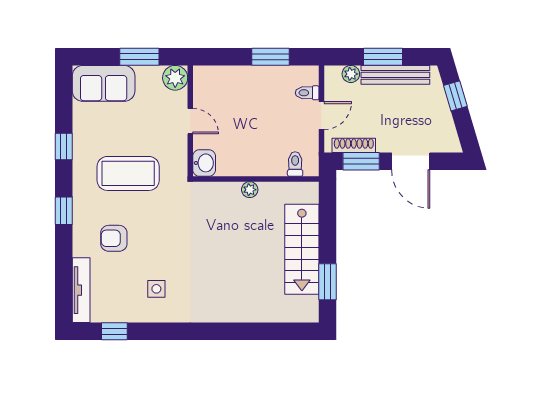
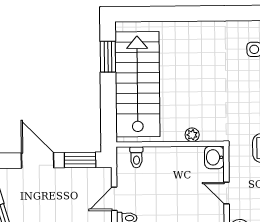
shoe rack: (354, 145) -> (86, 174), removed
plant: (250, 190) -> (192, 135), moved
stairs: (302, 249) -> (137, 84), width x1.36, depth x1.51

